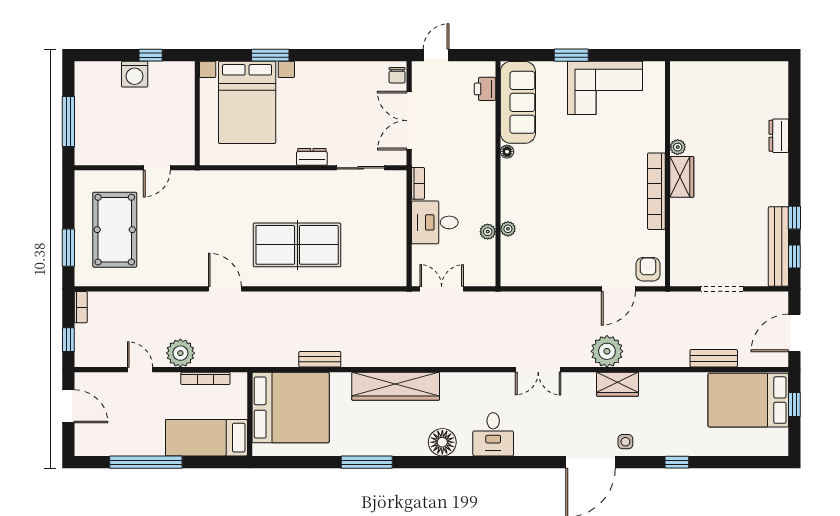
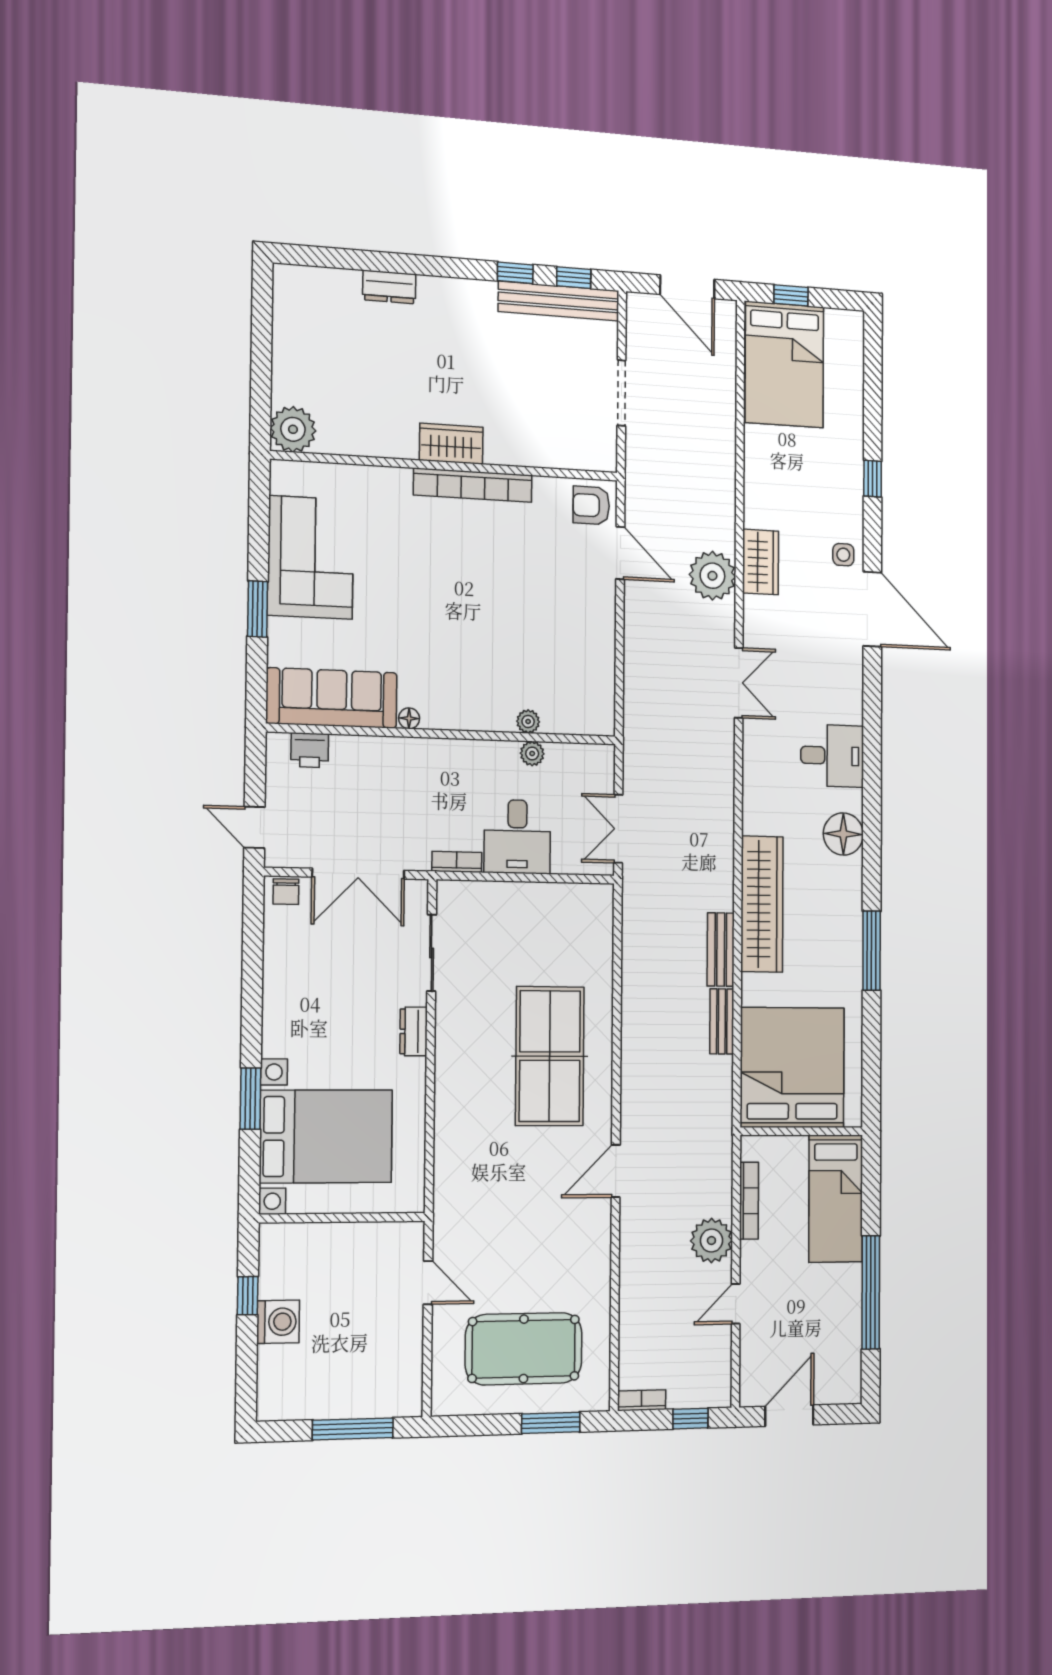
chair: (397, 75) -> (286, 892), turned 90
plant: (678, 147) -> (293, 429), moved, width x1.88, depth x1.88
bench: (714, 358) -> (721, 950), moved

